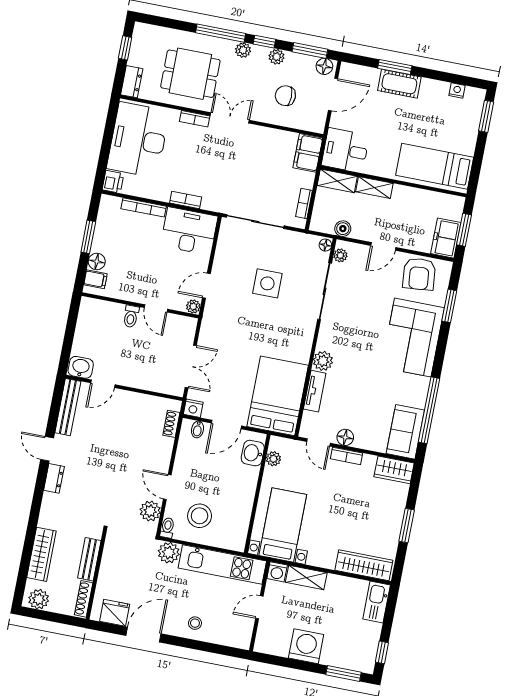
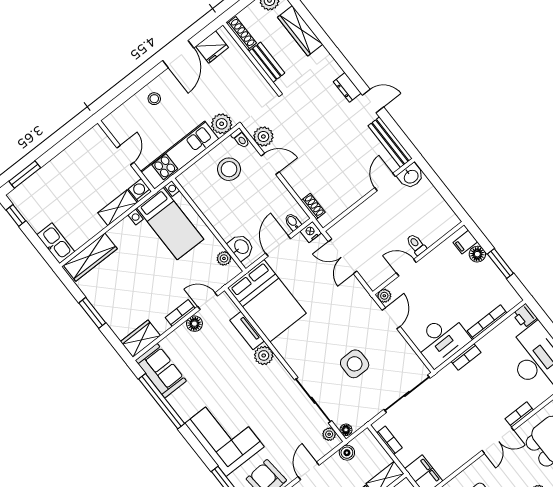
washing machine: (306, 646) -> (68, 165), removed

